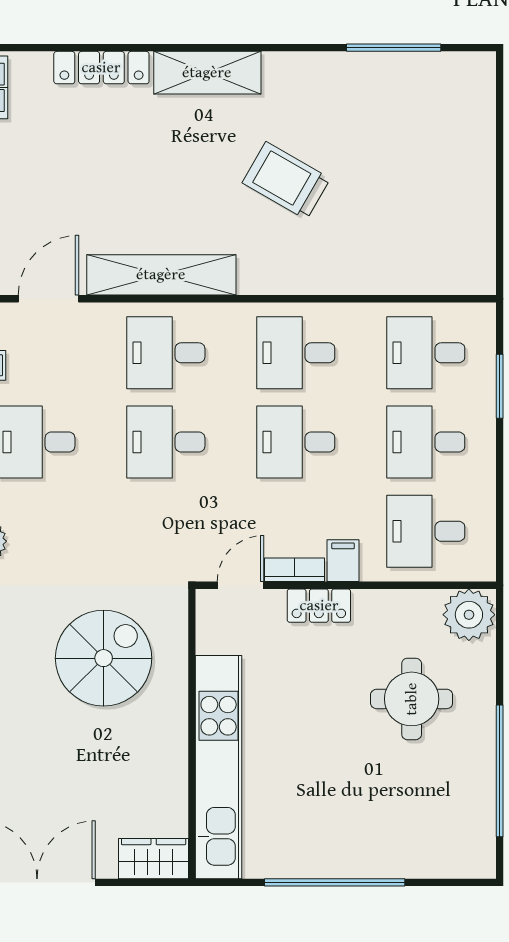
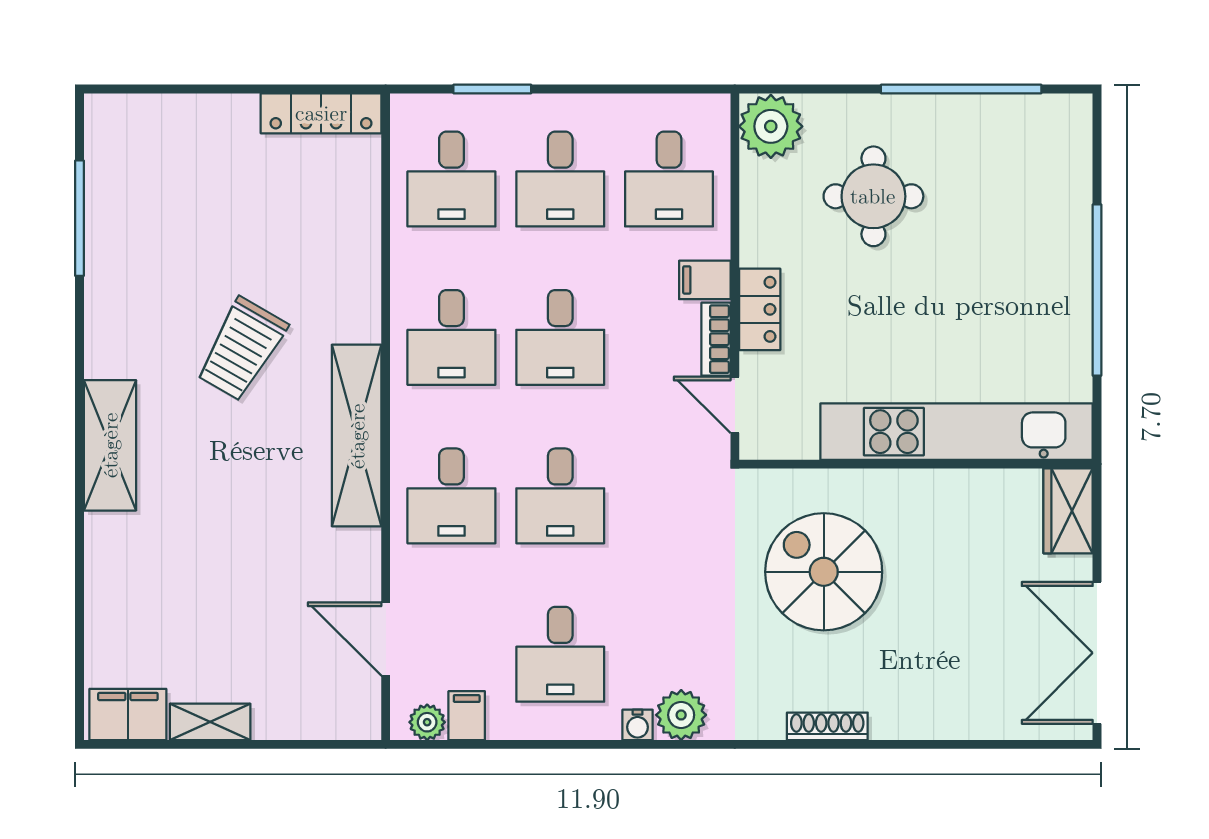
locker: (101, 68) -> (321, 113), moved, turned 90
shelving: (161, 275) -> (357, 436), moved

